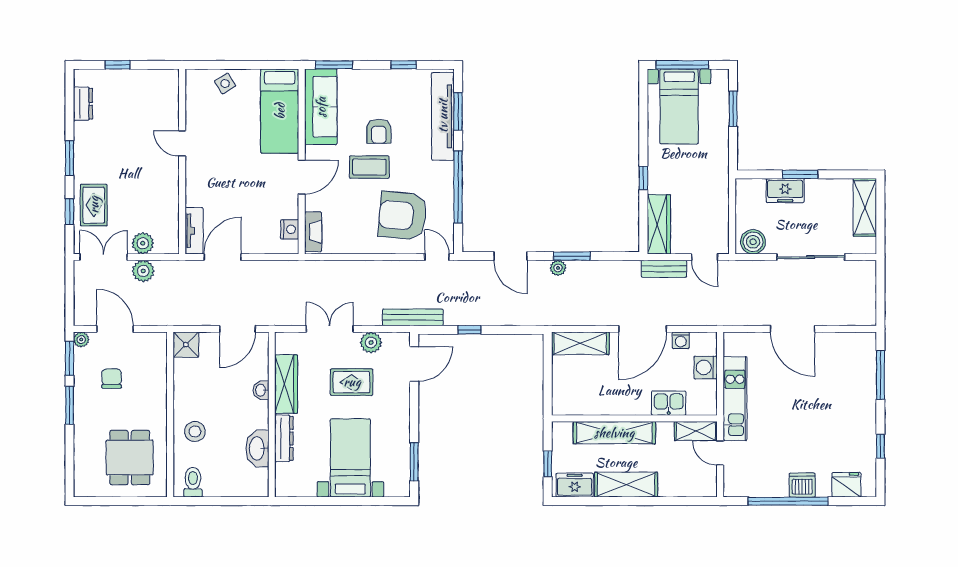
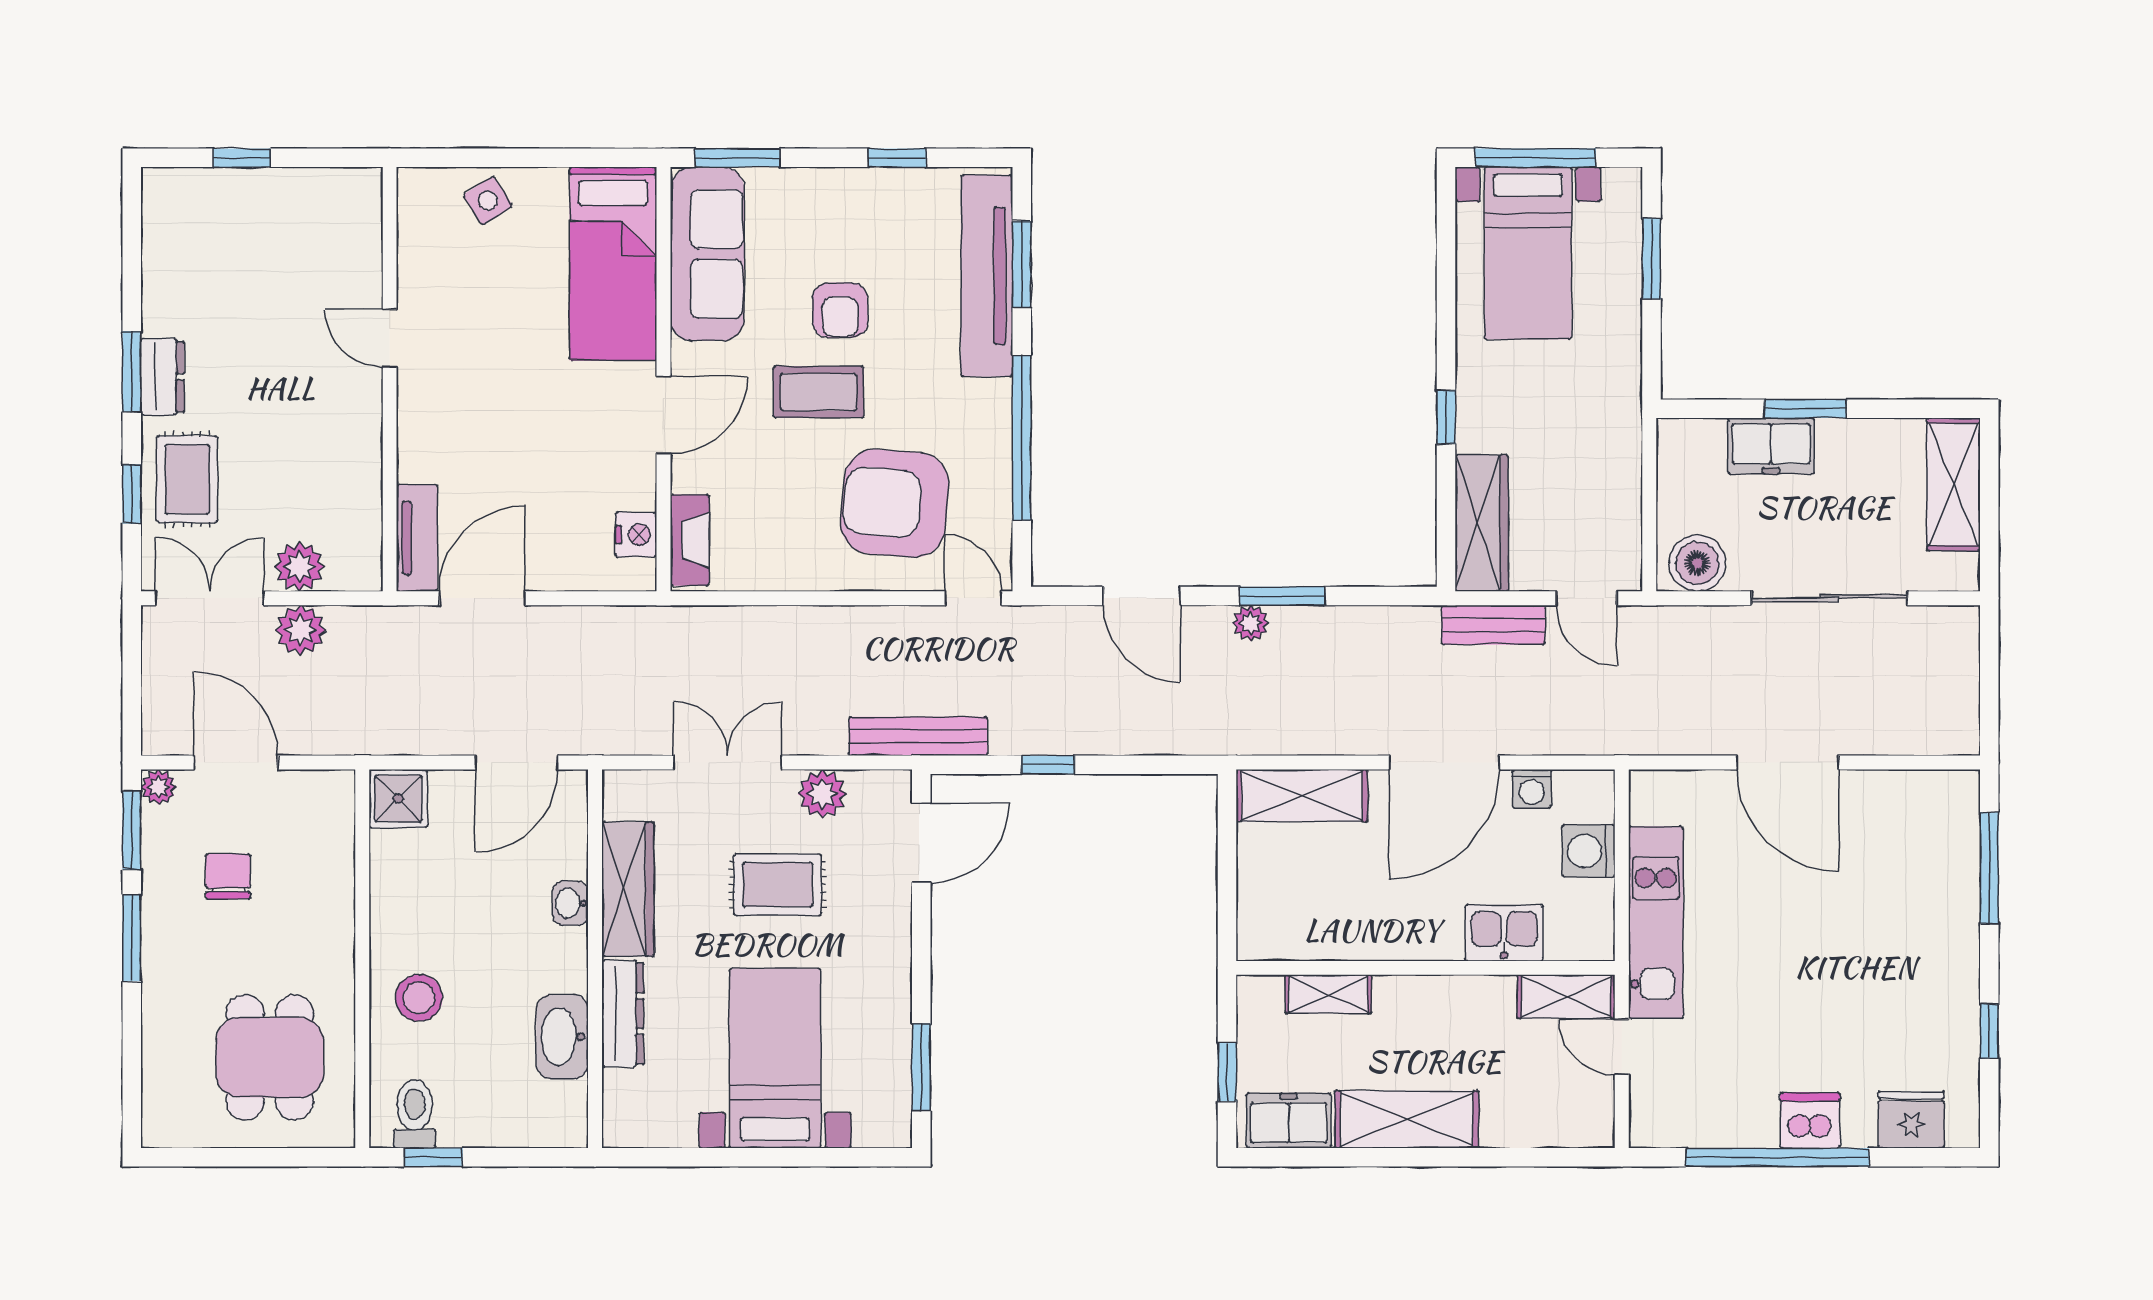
dresser: (83, 104) -> (163, 377), moved
shelving: (614, 433) -> (1328, 994), width x0.45, depth x0.75
window: (201, 501) -> (433, 1157), added

